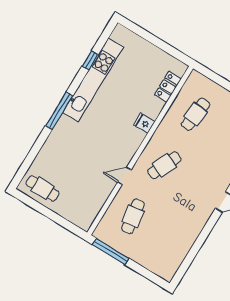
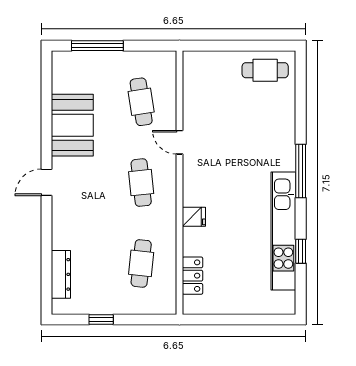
cafe table: (164, 165) -> (141, 183), turned -30
door: (124, 176) -> (180, 142), swing flipped
booth: (186, 228) -> (72, 125), added
window: (111, 251) -> (97, 46), moved

